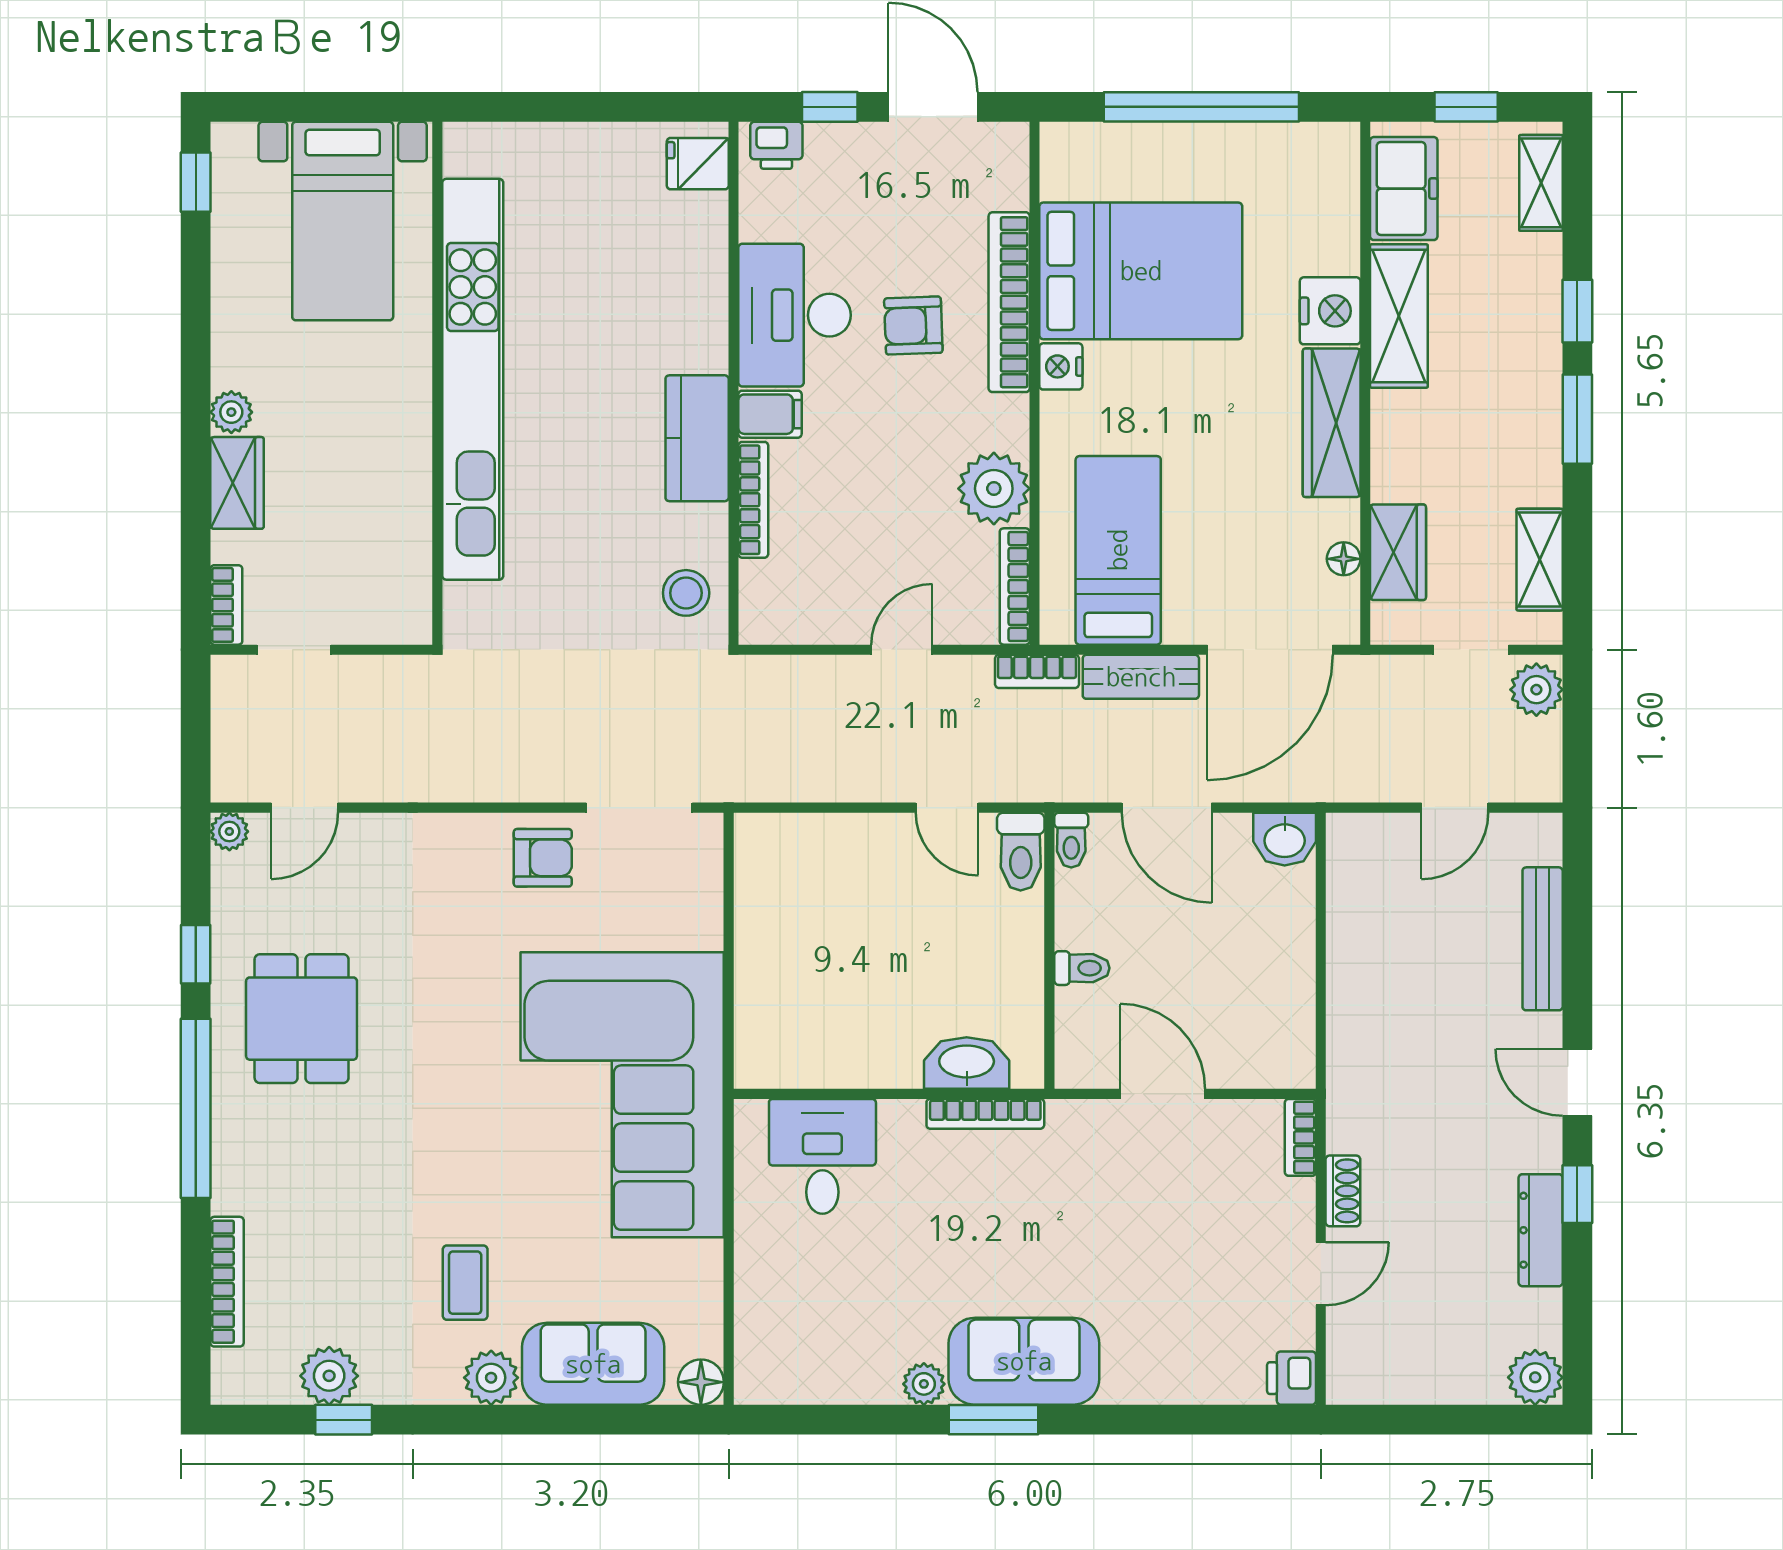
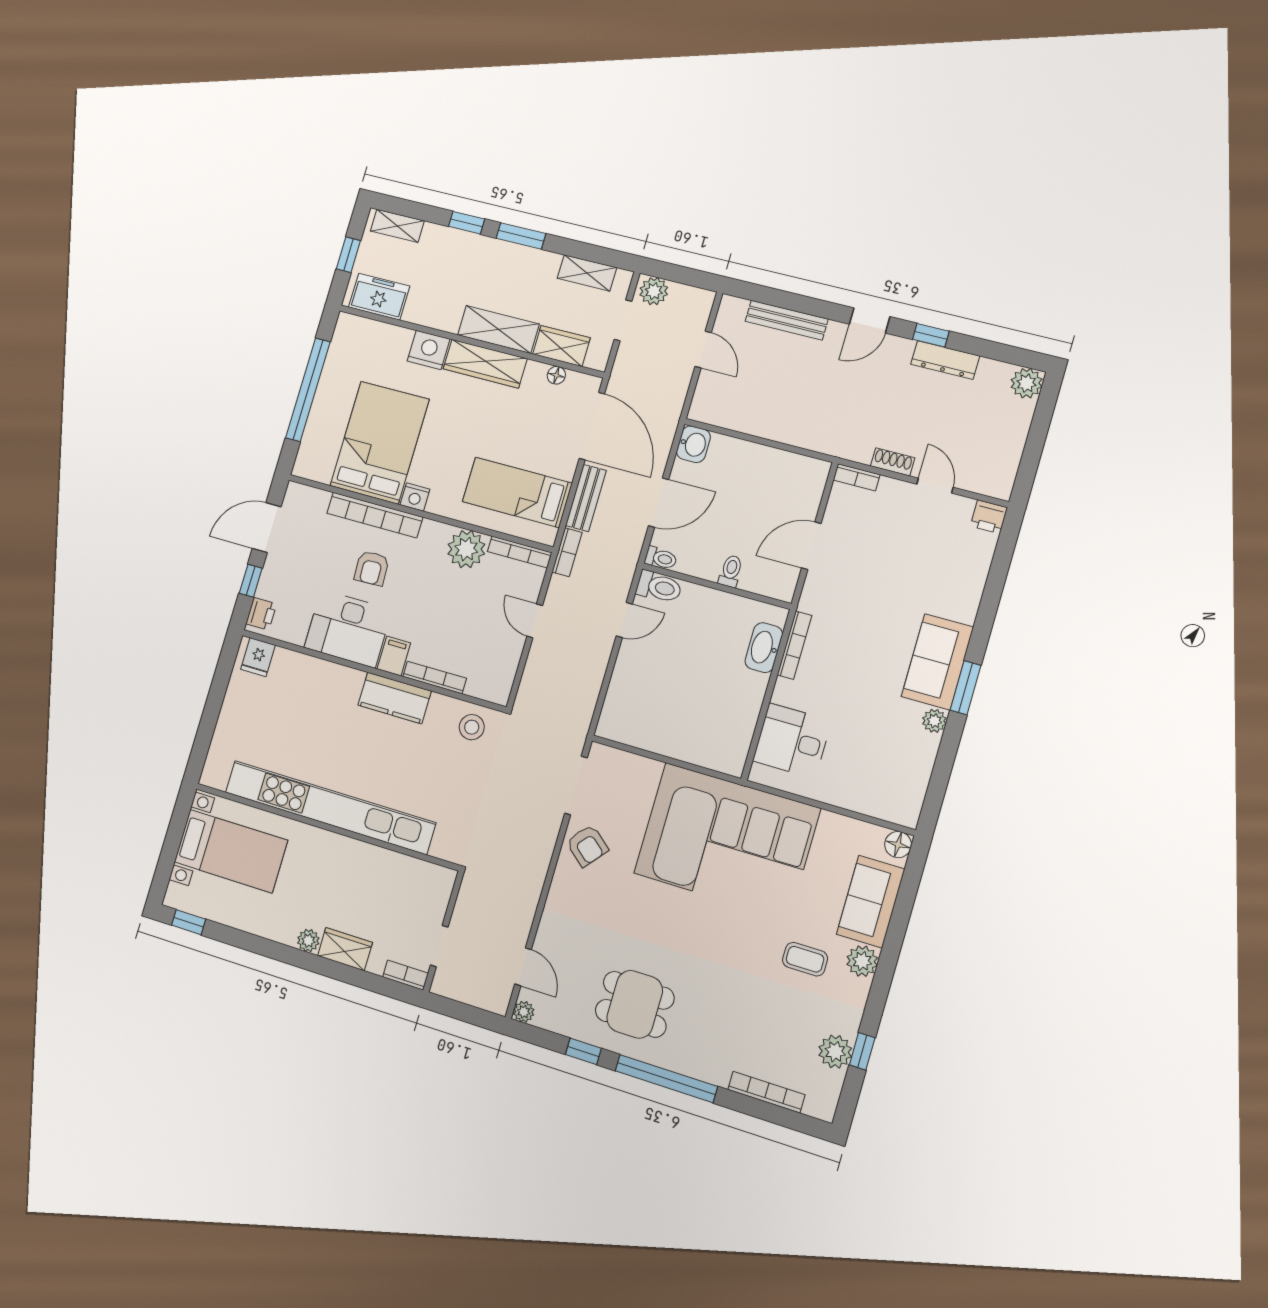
shelving: (1399, 316) -> (498, 330), moved
armchair: (543, 858) -> (587, 846), turned 130

